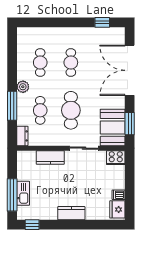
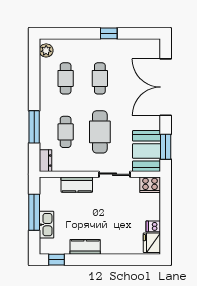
window: (102, 22) -> (109, 33), moved
plant: (23, 87) -> (46, 50), moved
window: (12, 195) -> (34, 212), moved
kitchen counter: (71, 213) -> (85, 247), moved

